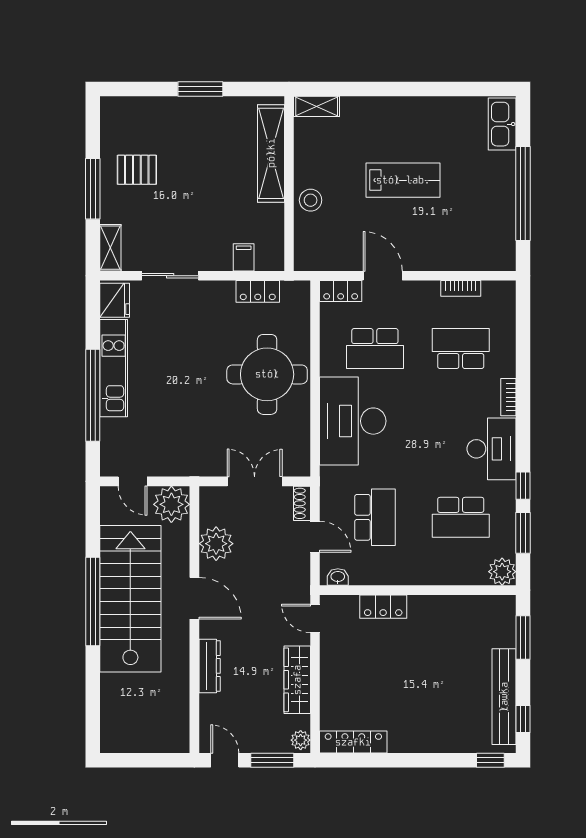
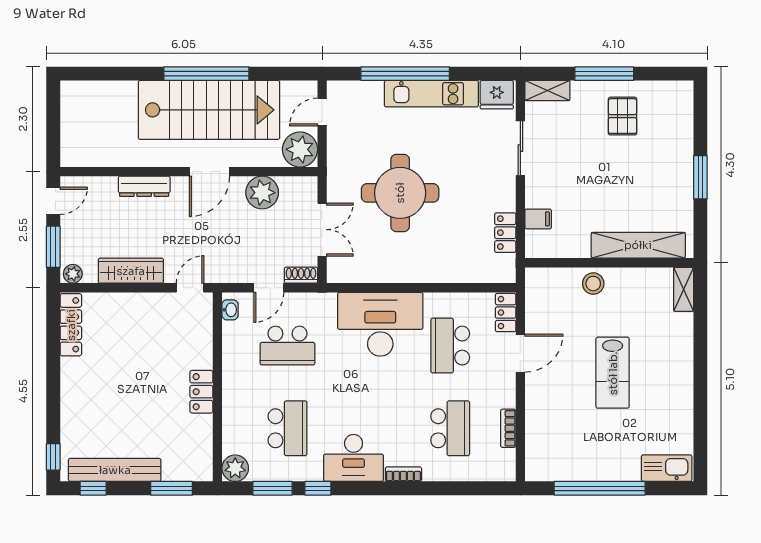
round table: (267, 374) -> (400, 193), moved
school desk: (461, 517) -> (287, 428), turned 180
locker: (383, 607) -> (201, 392), moved

